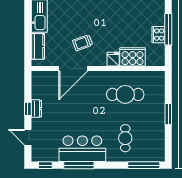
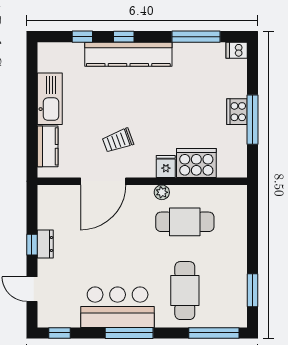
cooker: (158, 35) -> (237, 112), moved
plant: (111, 76) -> (162, 192), added
window: (168, 114) -> (252, 290), moved
cafe table: (125, 138) -> (185, 291), width x1.37, depth x1.35
window: (79, 165) -> (129, 333), moved

